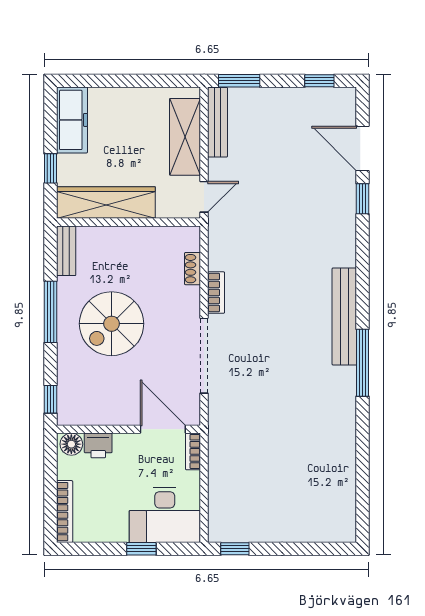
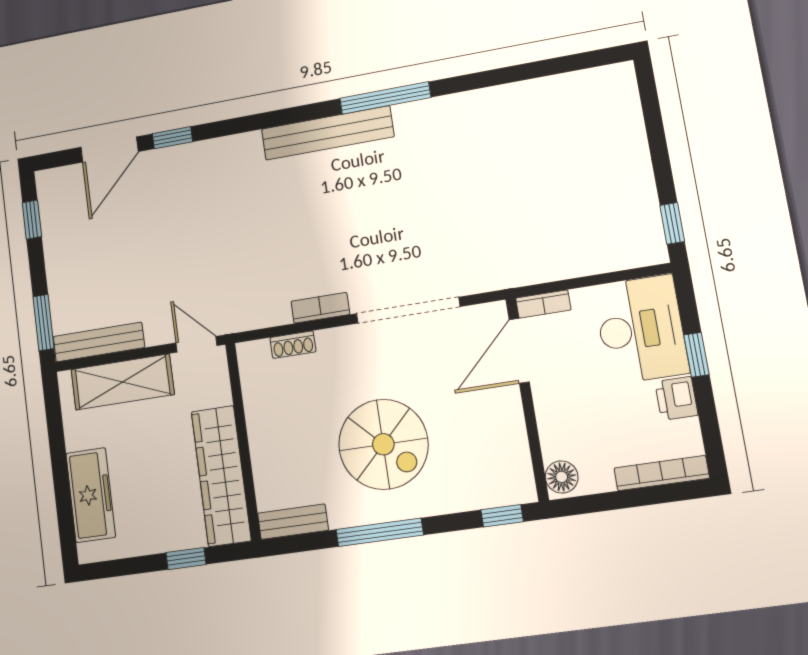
freezer: (72, 120) -> (91, 495), moved, turned 90
printer: (98, 445) -> (676, 398), moved, turned 180

